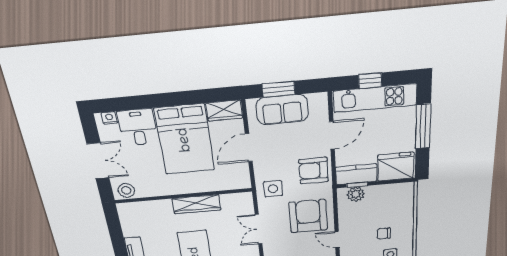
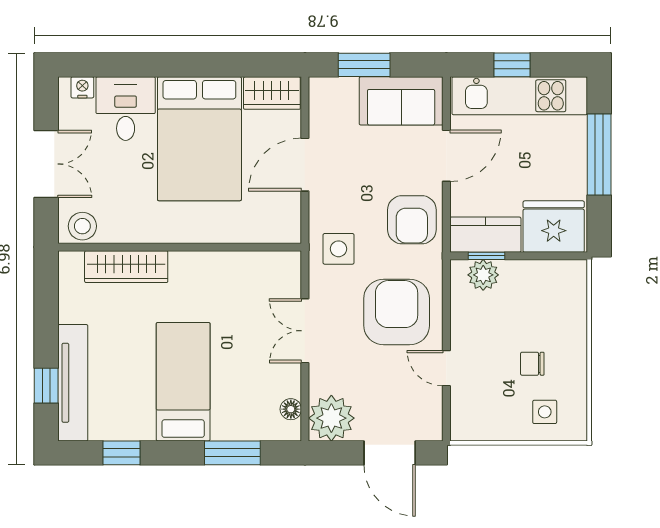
sofa: (282, 110) -> (401, 101), moved
armchair: (314, 171) -> (412, 220), turned -90
wardrobe: (196, 204) -> (126, 267), moved

